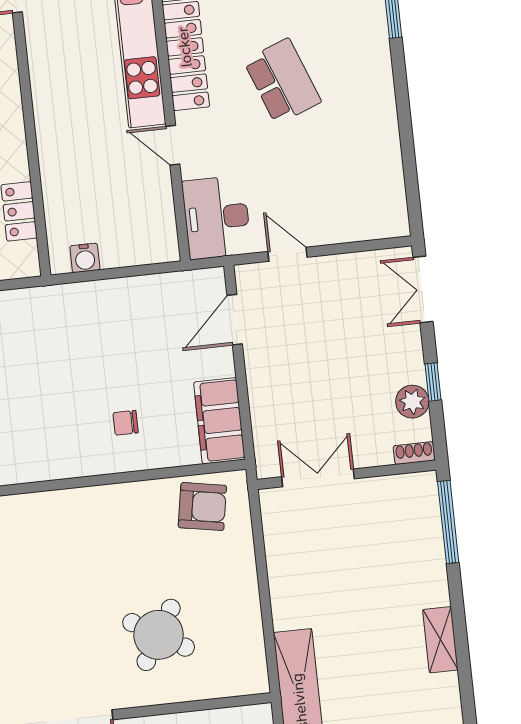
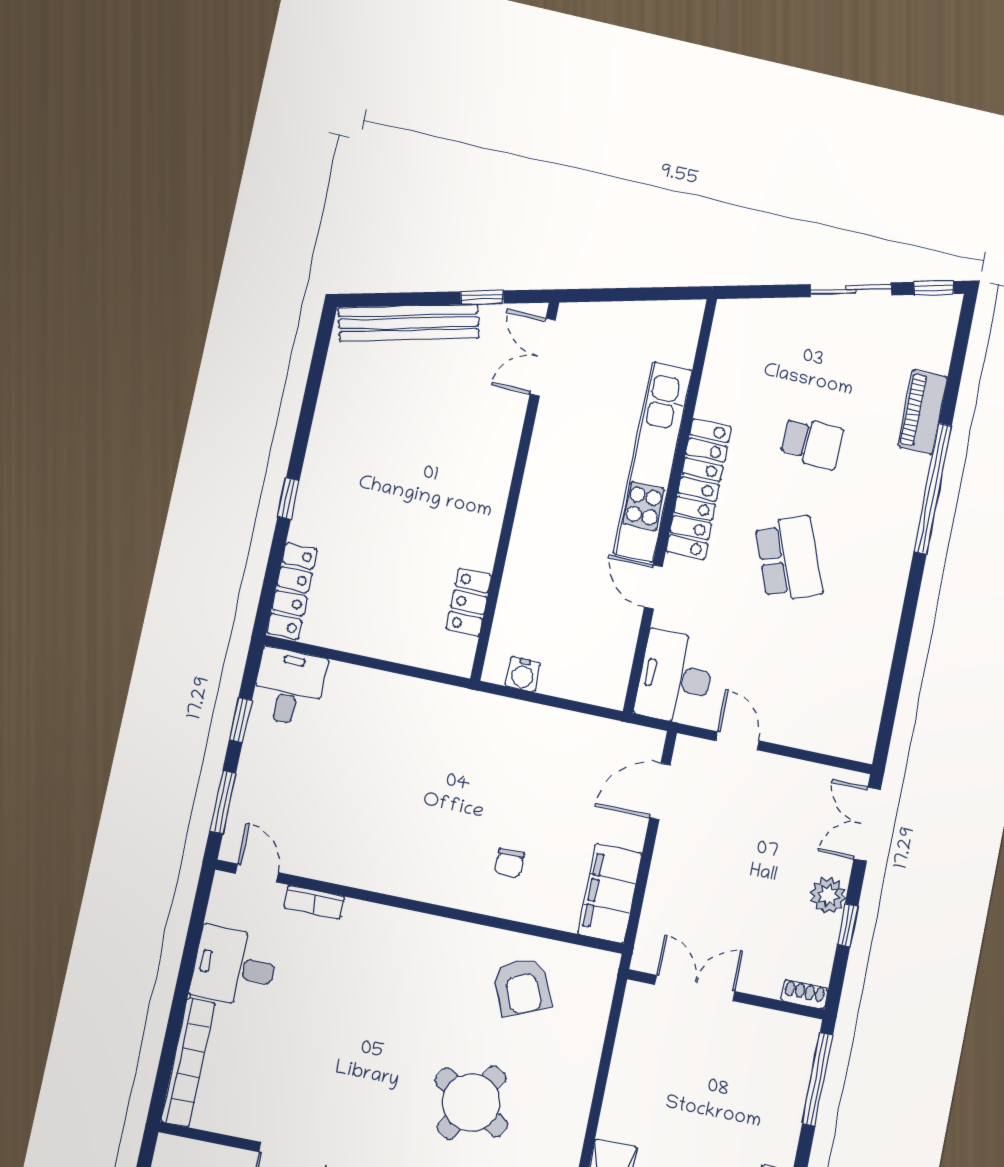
plant: (412, 402) -> (828, 895), moved
chair: (126, 423) -> (509, 863), turned -90
armchair: (202, 507) -> (522, 987), moved, turned 57

